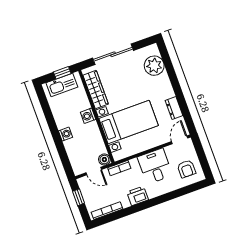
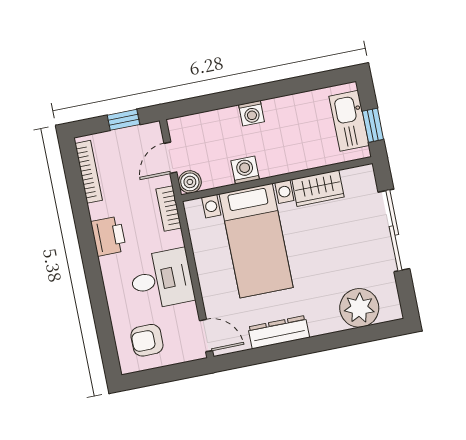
wardrobe: (96, 90) -> (318, 188), width x0.67
dresser: (174, 108) -> (279, 332), width x1.44
washing machine: (88, 116) -> (245, 170), moved

